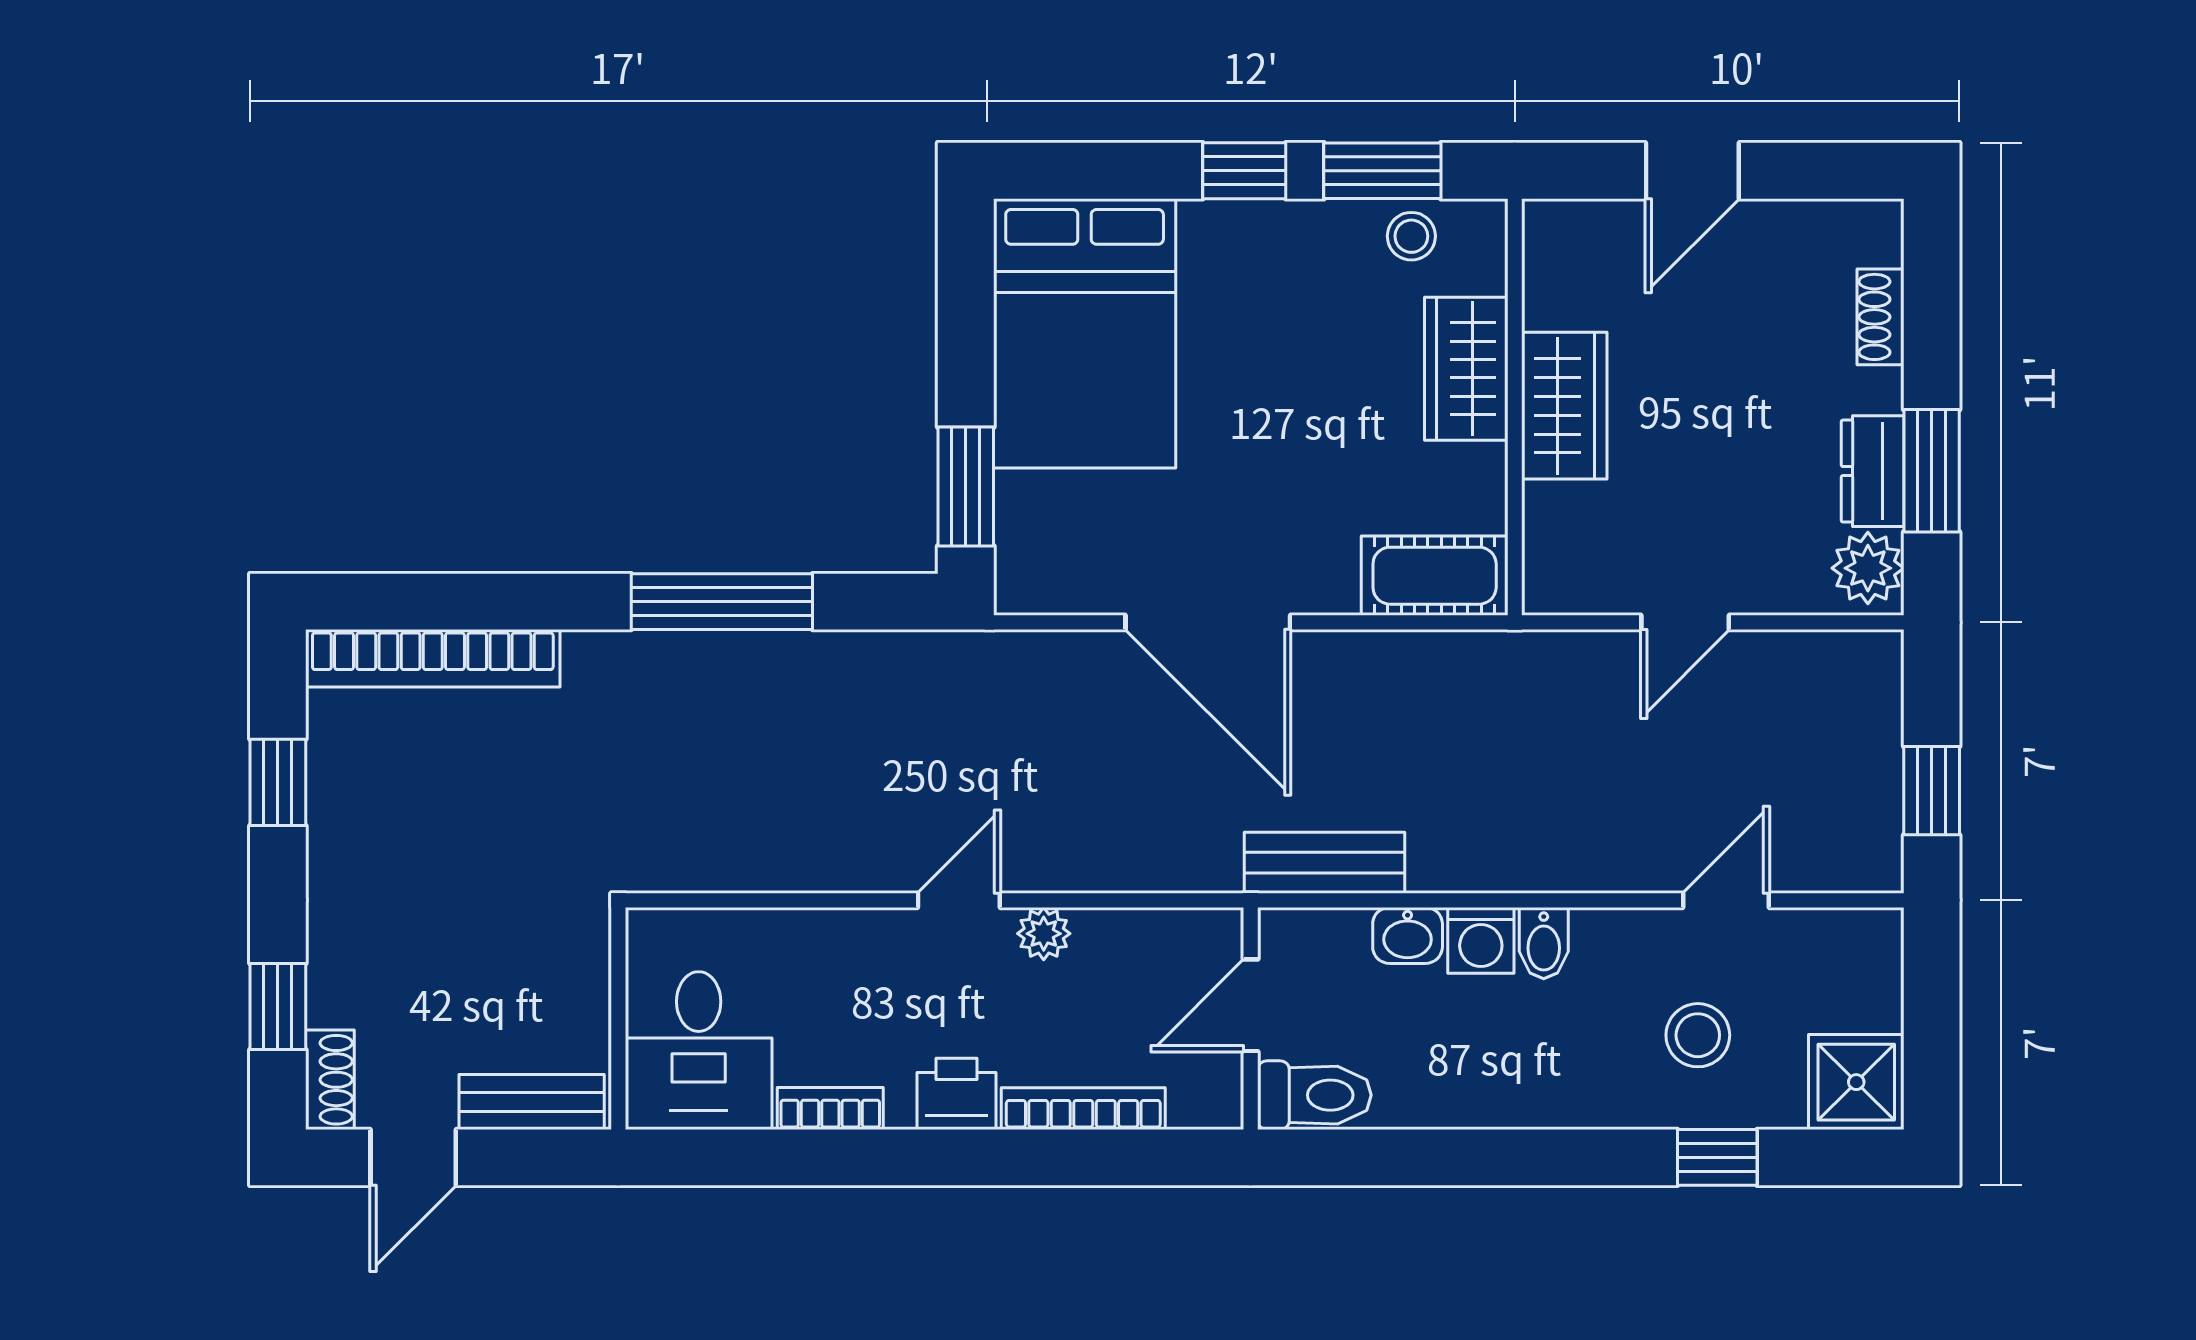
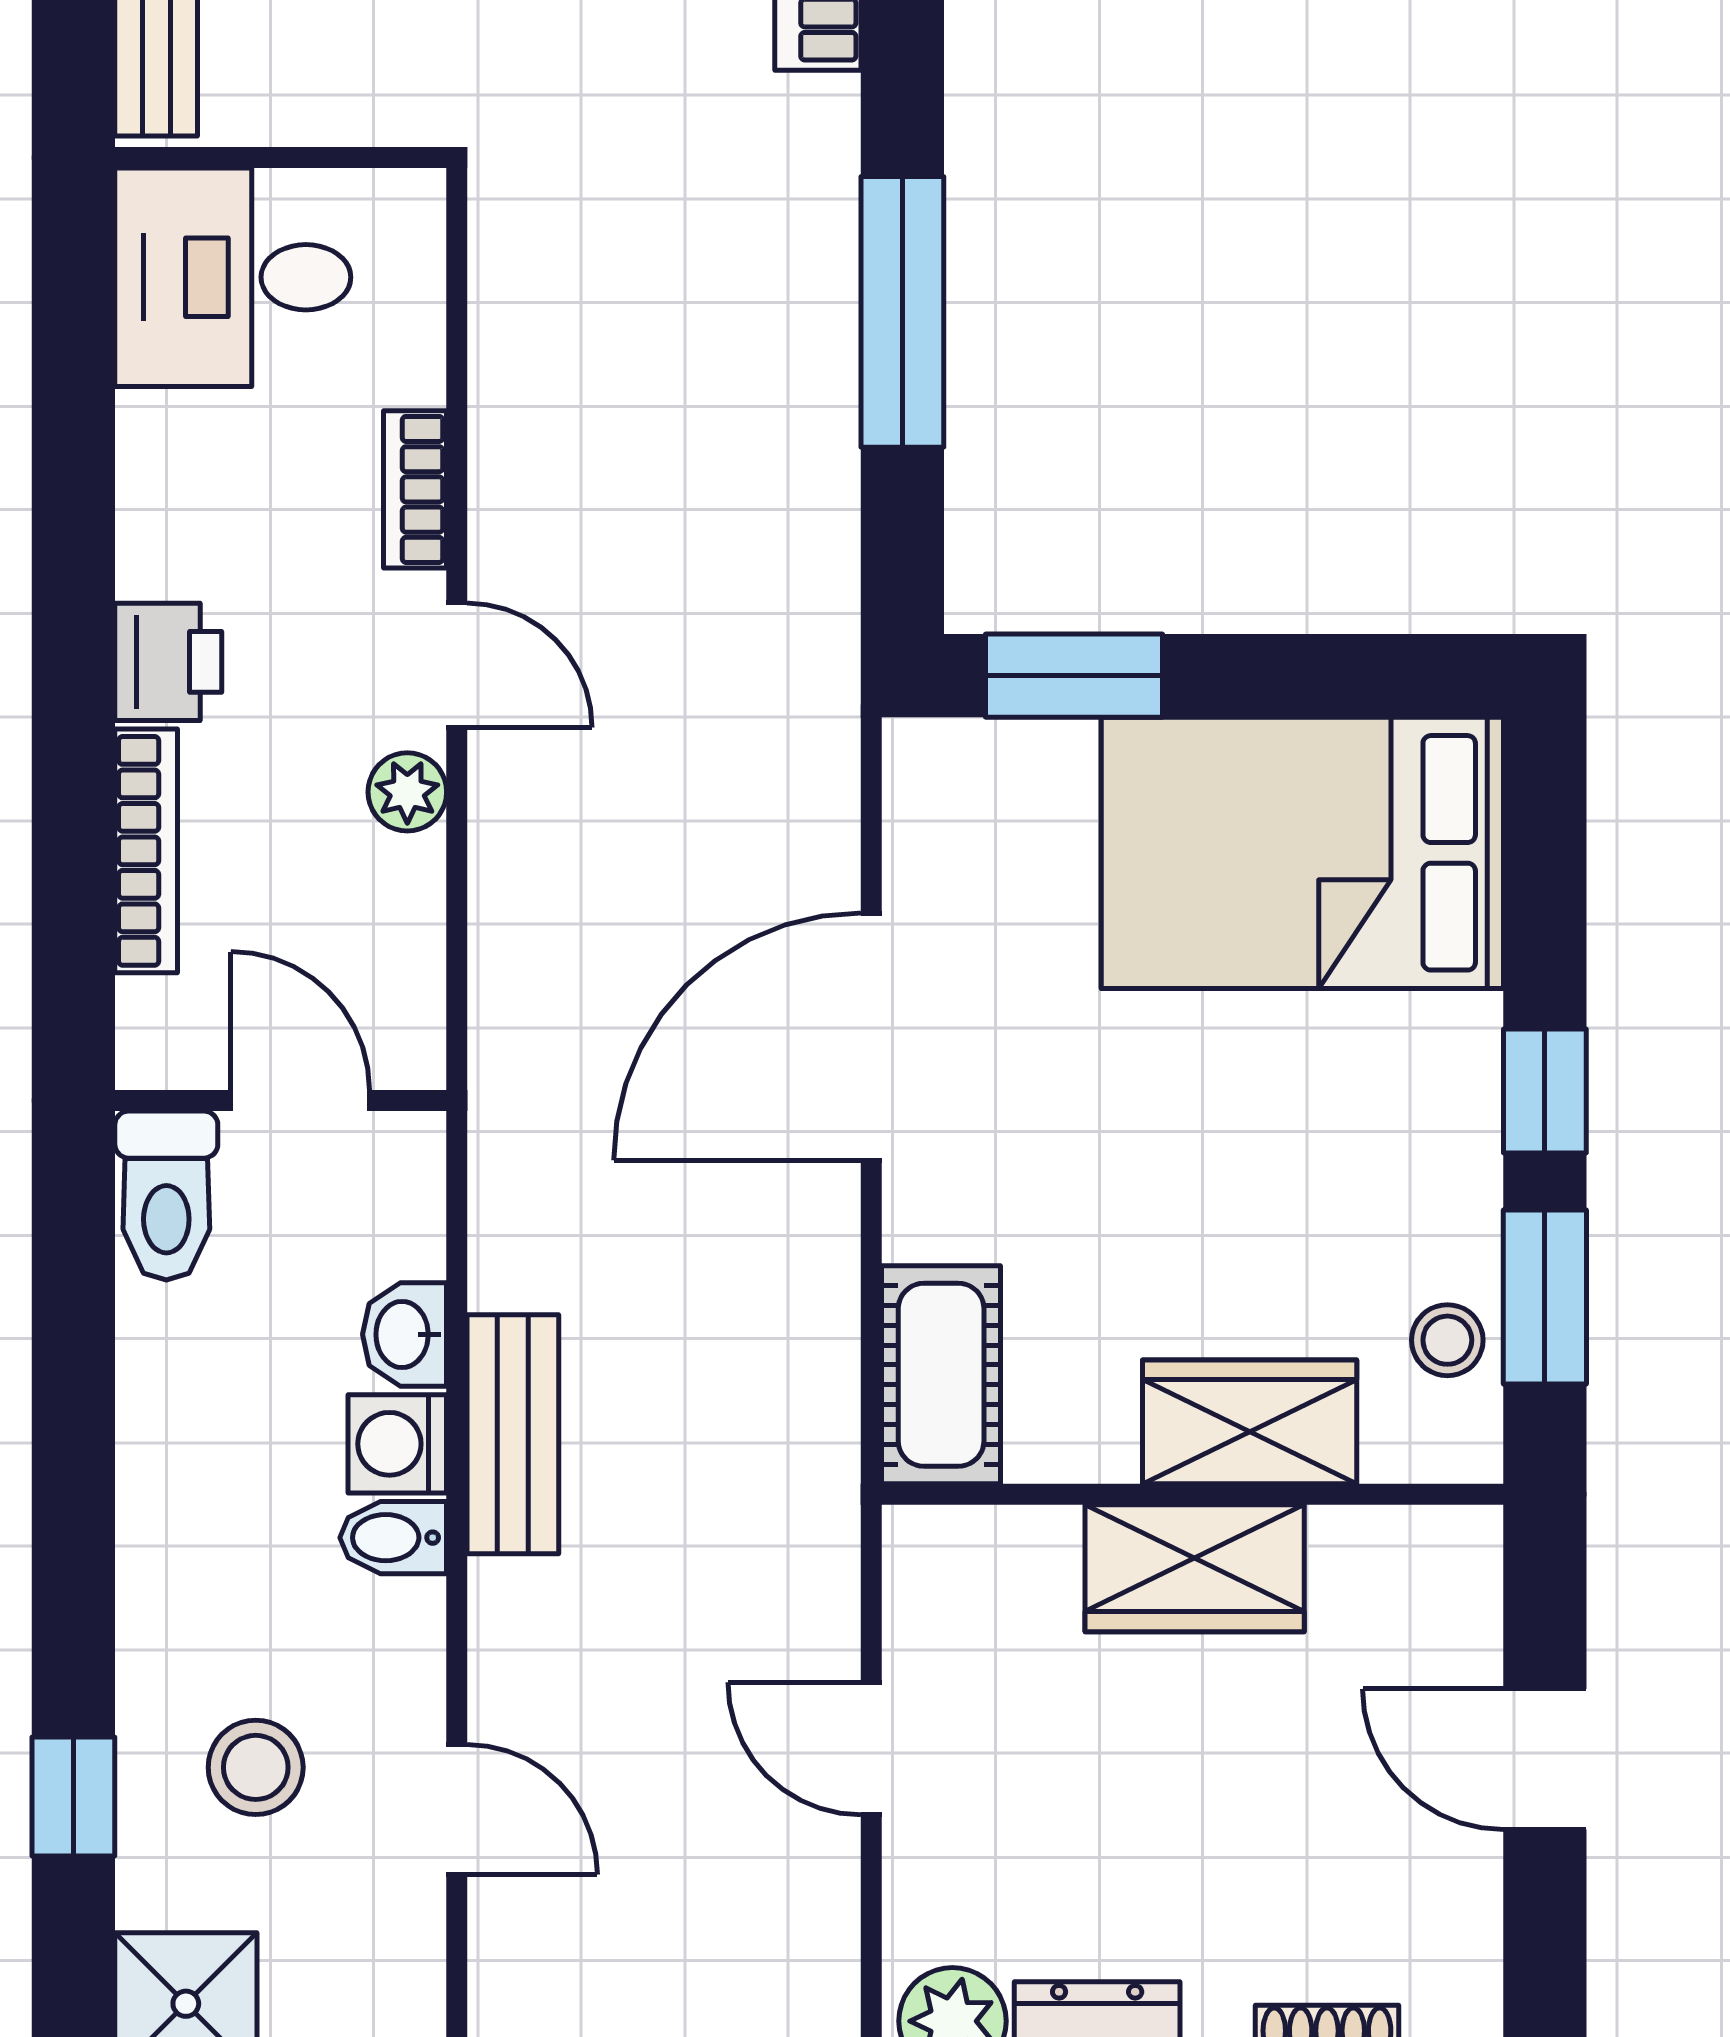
bench: (1324, 863) -> (513, 1434), moved
bookcase: (830, 1109) -> (415, 489), moved, turned 180

